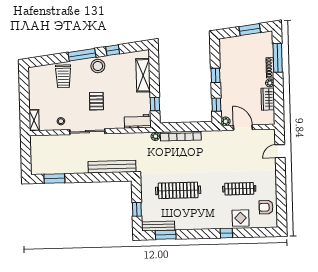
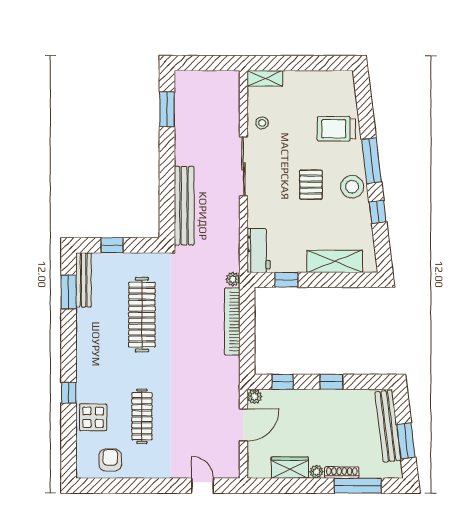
bench: (241, 41) -> (388, 426), added
pallet: (96, 101) -> (311, 185), moved, turned 90

